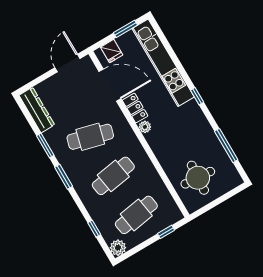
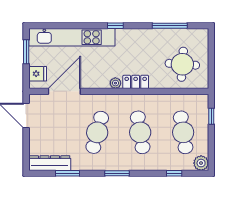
locker: (135, 108) -> (136, 82), moved
window: (45, 145) -> (67, 173), moved

